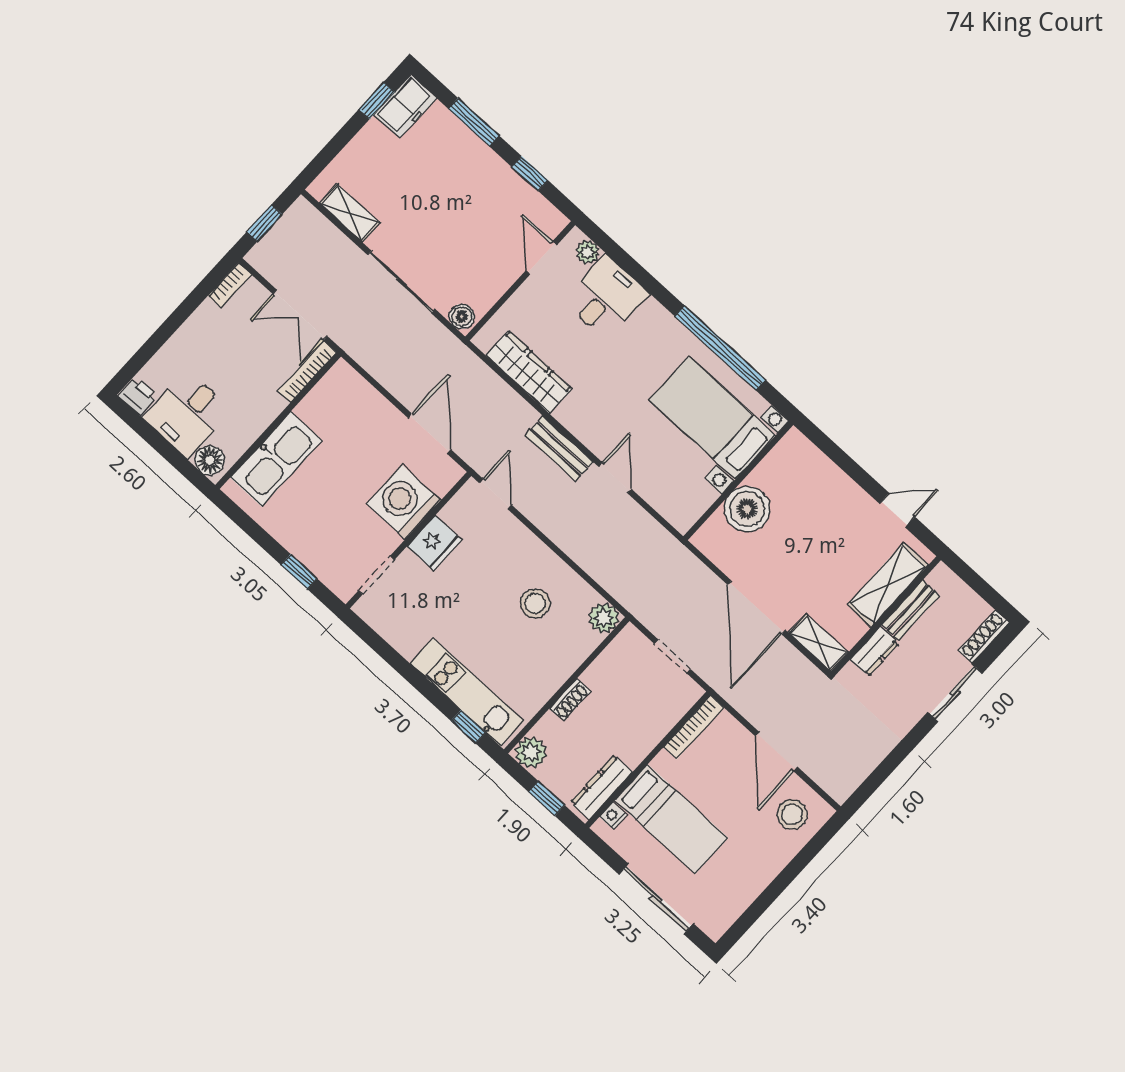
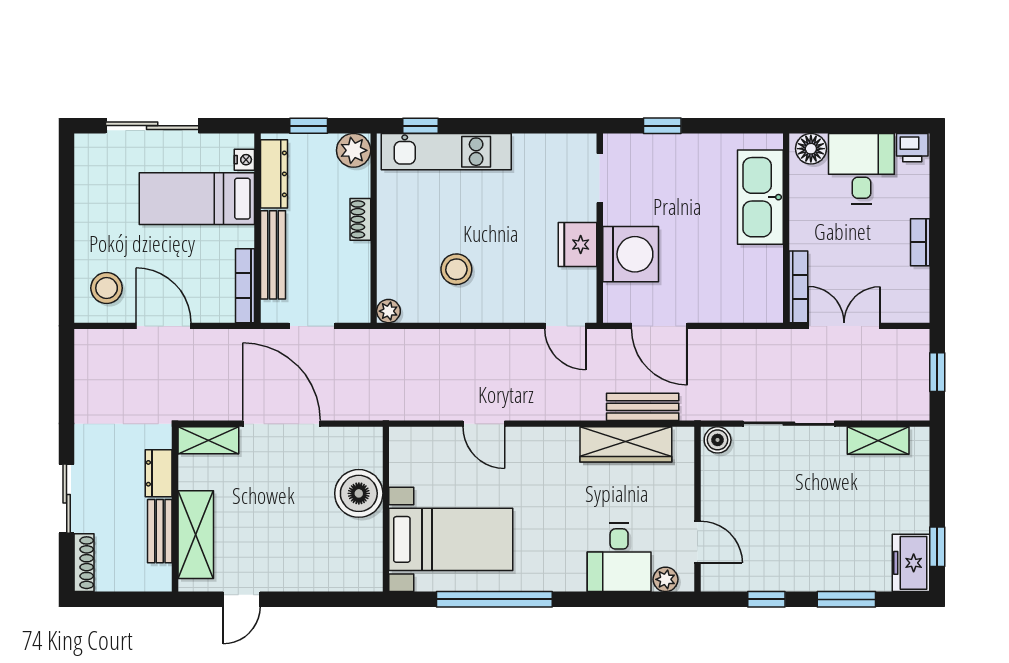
bookcase: (230, 285) -> (920, 242), moved
bench: (559, 448) -> (643, 407), moved
plant: (604, 618) -> (388, 311), width x0.73, depth x0.73
bench: (654, 731) -> (273, 255), added

